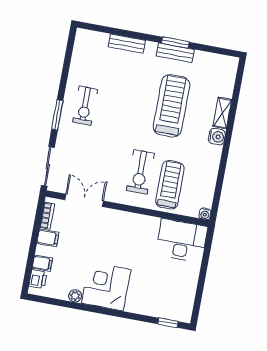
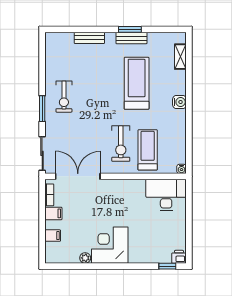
shelving: (222, 113) -> (180, 57), moved
double door: (84, 200) -> (78, 176), width x1.37
printer: (38, 279) -> (179, 257), moved, turned -90

